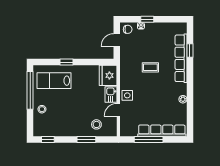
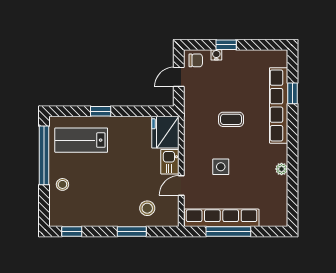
side table: (127, 95) -> (221, 167), moved
row of seats: (162, 131) -> (222, 218), moved

